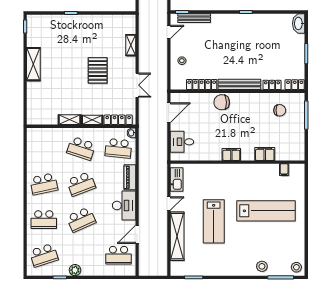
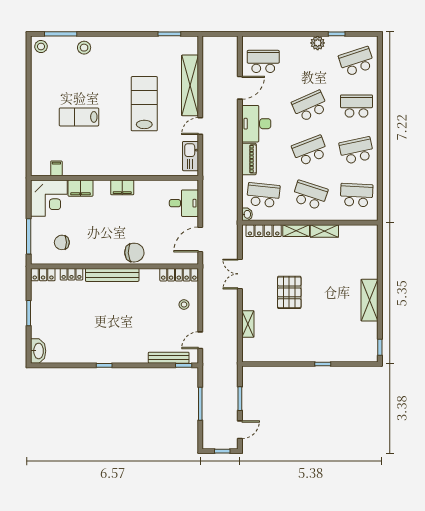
locker: (202, 85) -> (179, 275), moved
corner desk: (290, 146) -> (49, 198), added
school desk: (44, 148) -> (356, 195), added
lab bench: (266, 211) -> (79, 117), width x0.54, depth x0.72

